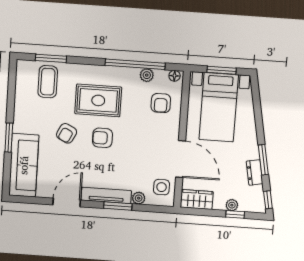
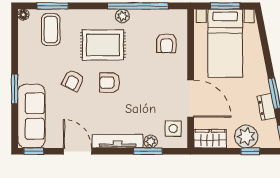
plant: (147, 75) -> (122, 16), moved
floor lamp: (175, 76) -> (23, 15), moved
window: (24, 199) -> (34, 151), added
door: (67, 202) -> (77, 151), hinge flipped
plant: (232, 205) -> (246, 137), width x1.87, depth x1.87
window: (118, 206) -> (148, 151), moved

